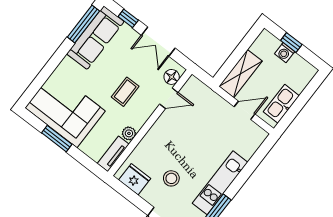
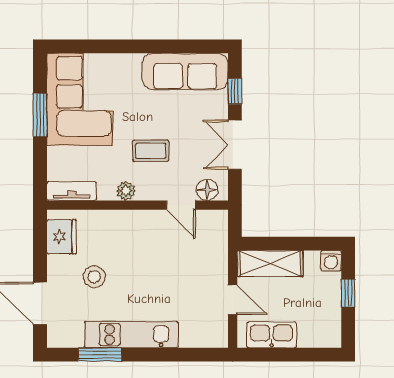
window: (83, 24) -> (190, 46), removed
washing machine: (285, 53) -> (331, 261), moved, turned -90
plant: (129, 133) -> (126, 191), moved

